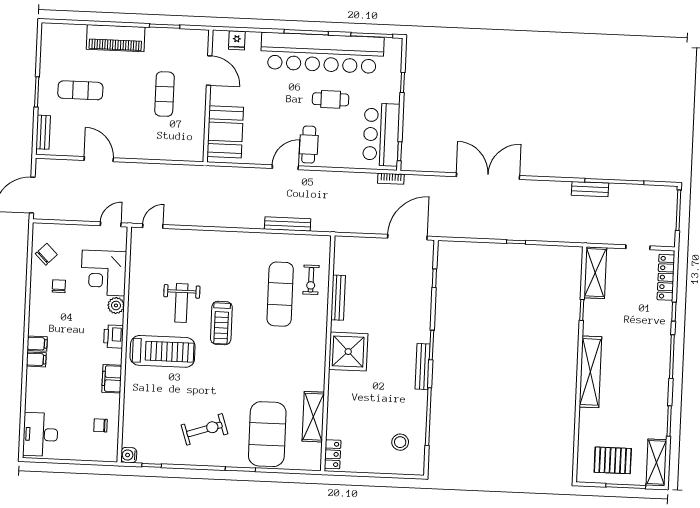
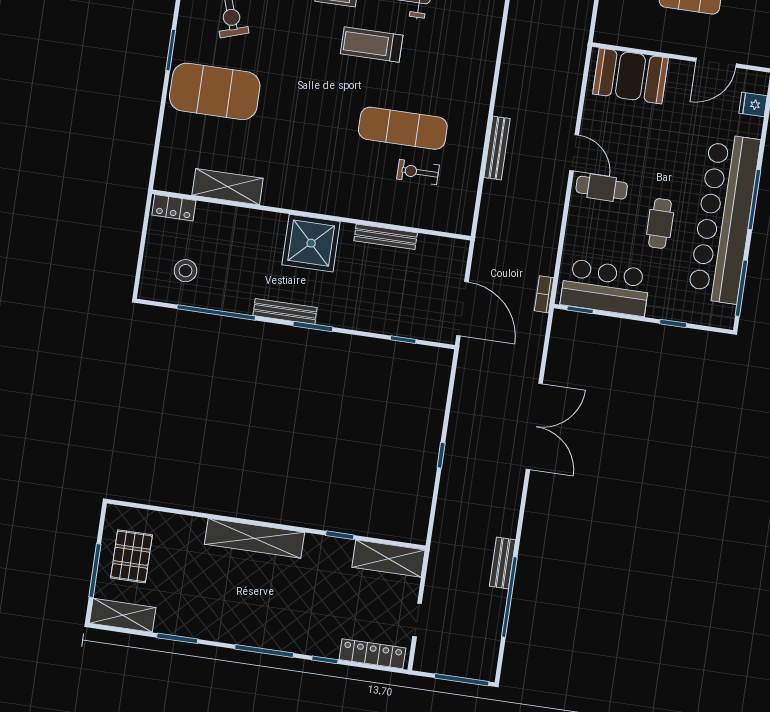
bench: (338, 298) -> (386, 237), moved
shower: (348, 352) -> (311, 243), moved
wall: (328, 353) -> (311, 215), moved
shelving: (313, 417) -> (228, 187), moved
locker: (333, 454) -> (174, 208), moved

